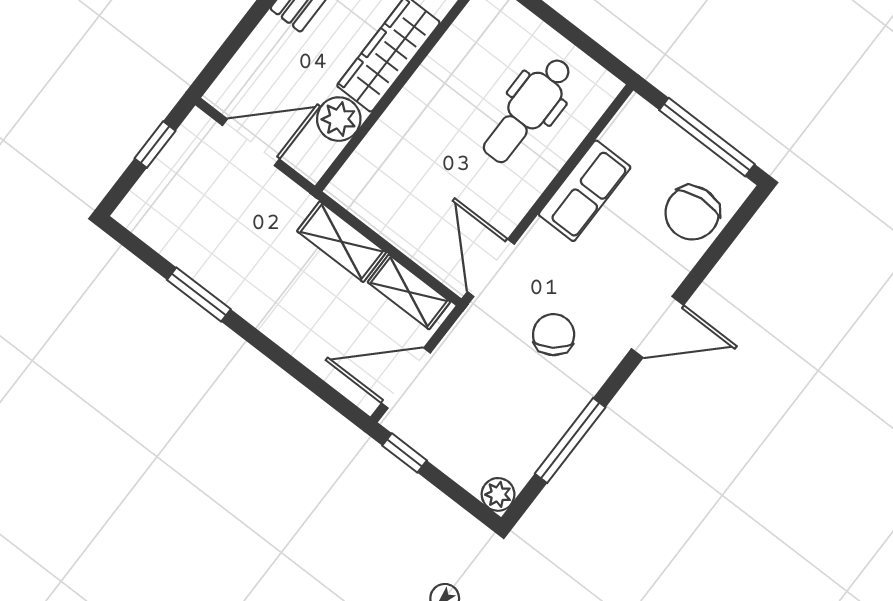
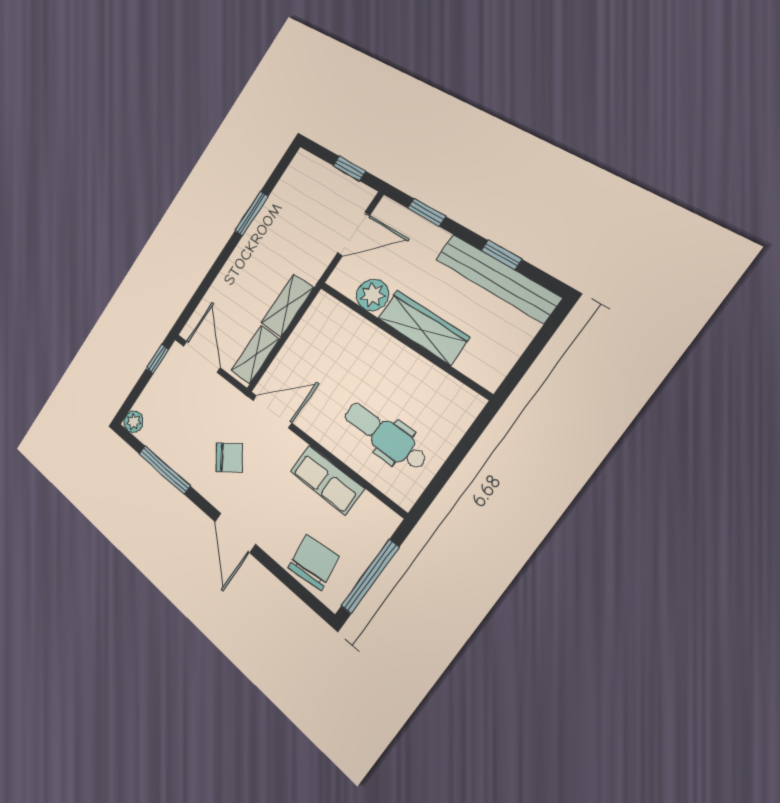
window: (234, 42) -> (426, 212), added
door: (251, 142) -> (353, 234), hinge flipped
chair: (692, 213) -> (314, 562), turned 88

